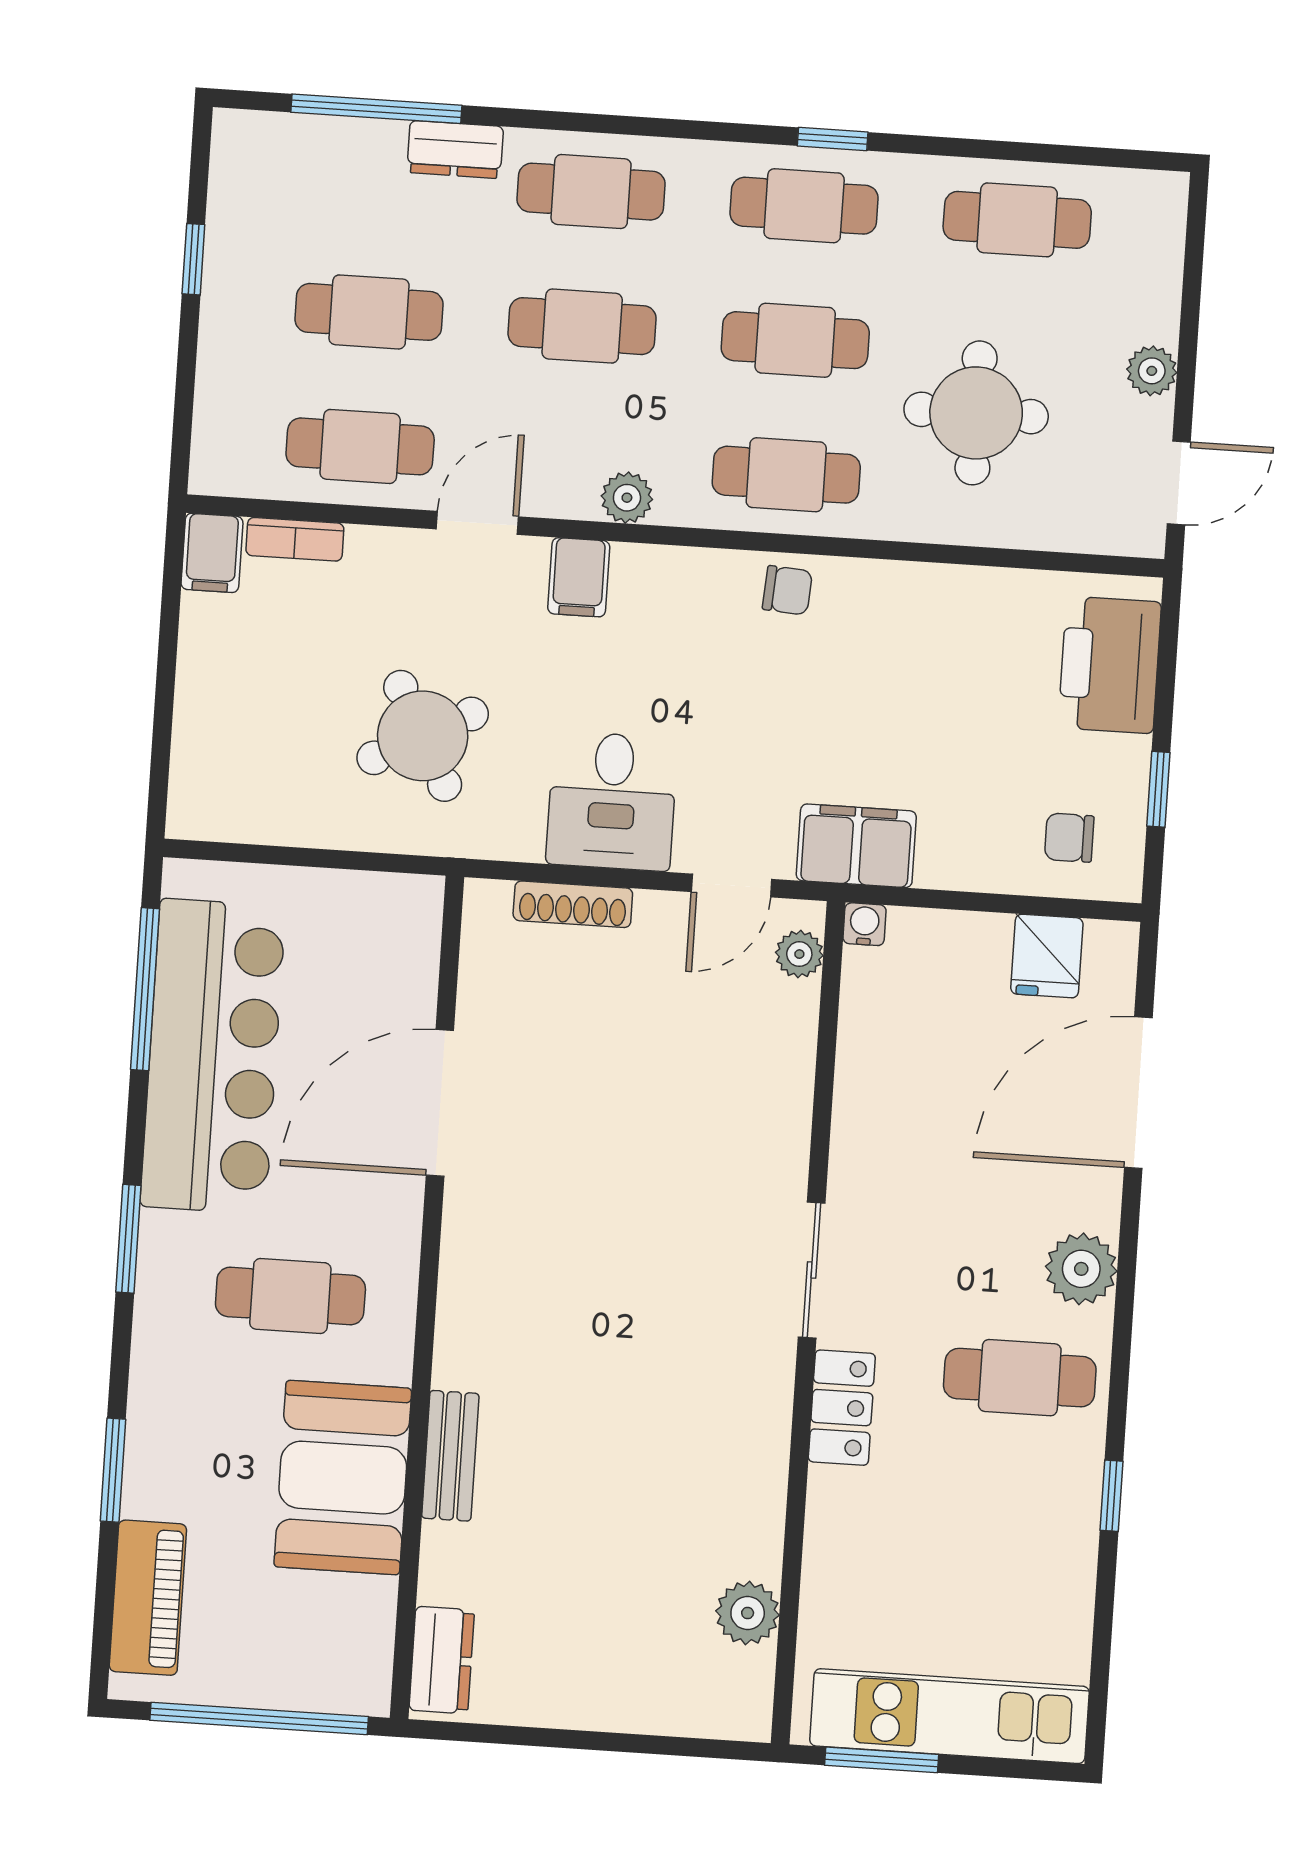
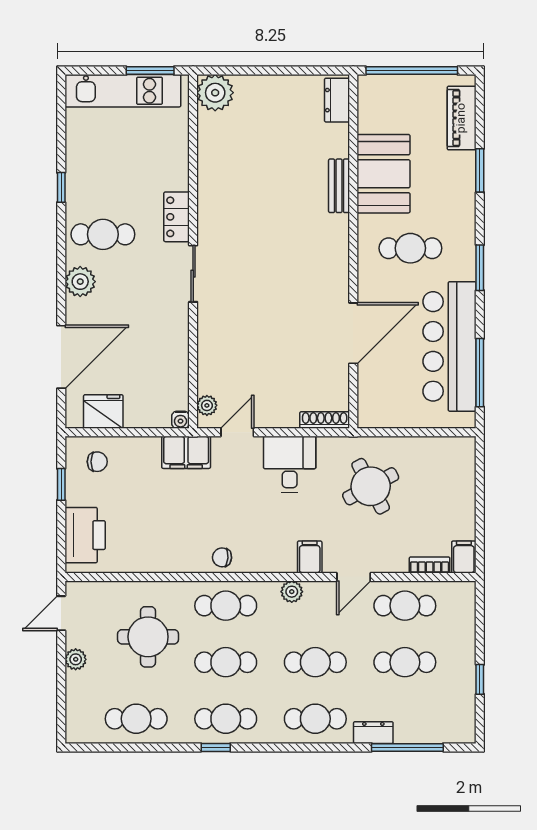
shoe rack: (573, 904) -> (325, 420), moved
fridge: (1047, 956) -> (103, 412), width x1.38
plant: (748, 1613) -> (215, 93), moved, width x1.36, depth x1.36

